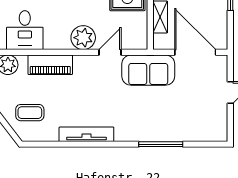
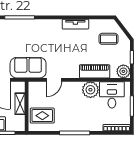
plant: (83, 38) -> (90, 90), moved
tv unit: (86, 134) -> (75, 24), width x0.71

